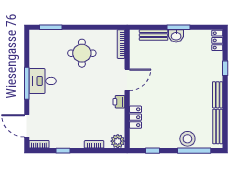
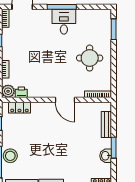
washbasin: (176, 36) -> (106, 156), moved
printer: (119, 102) -> (21, 92), moved
locker: (135, 117) -> (19, 108), moved

